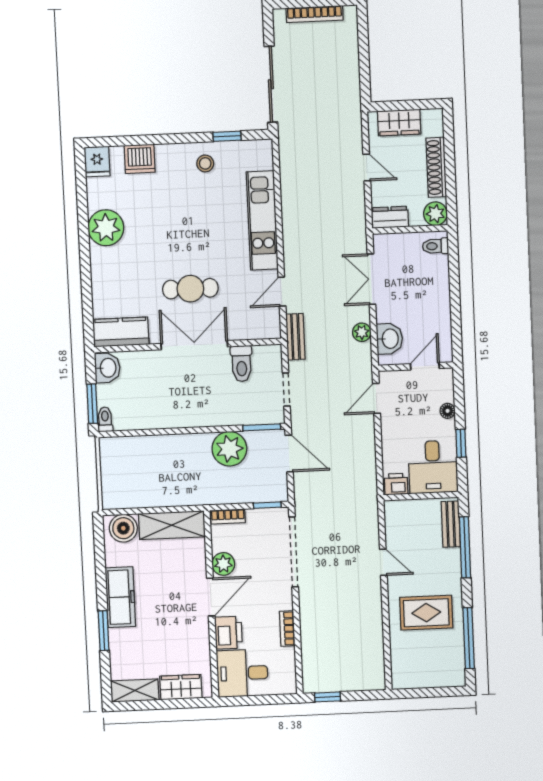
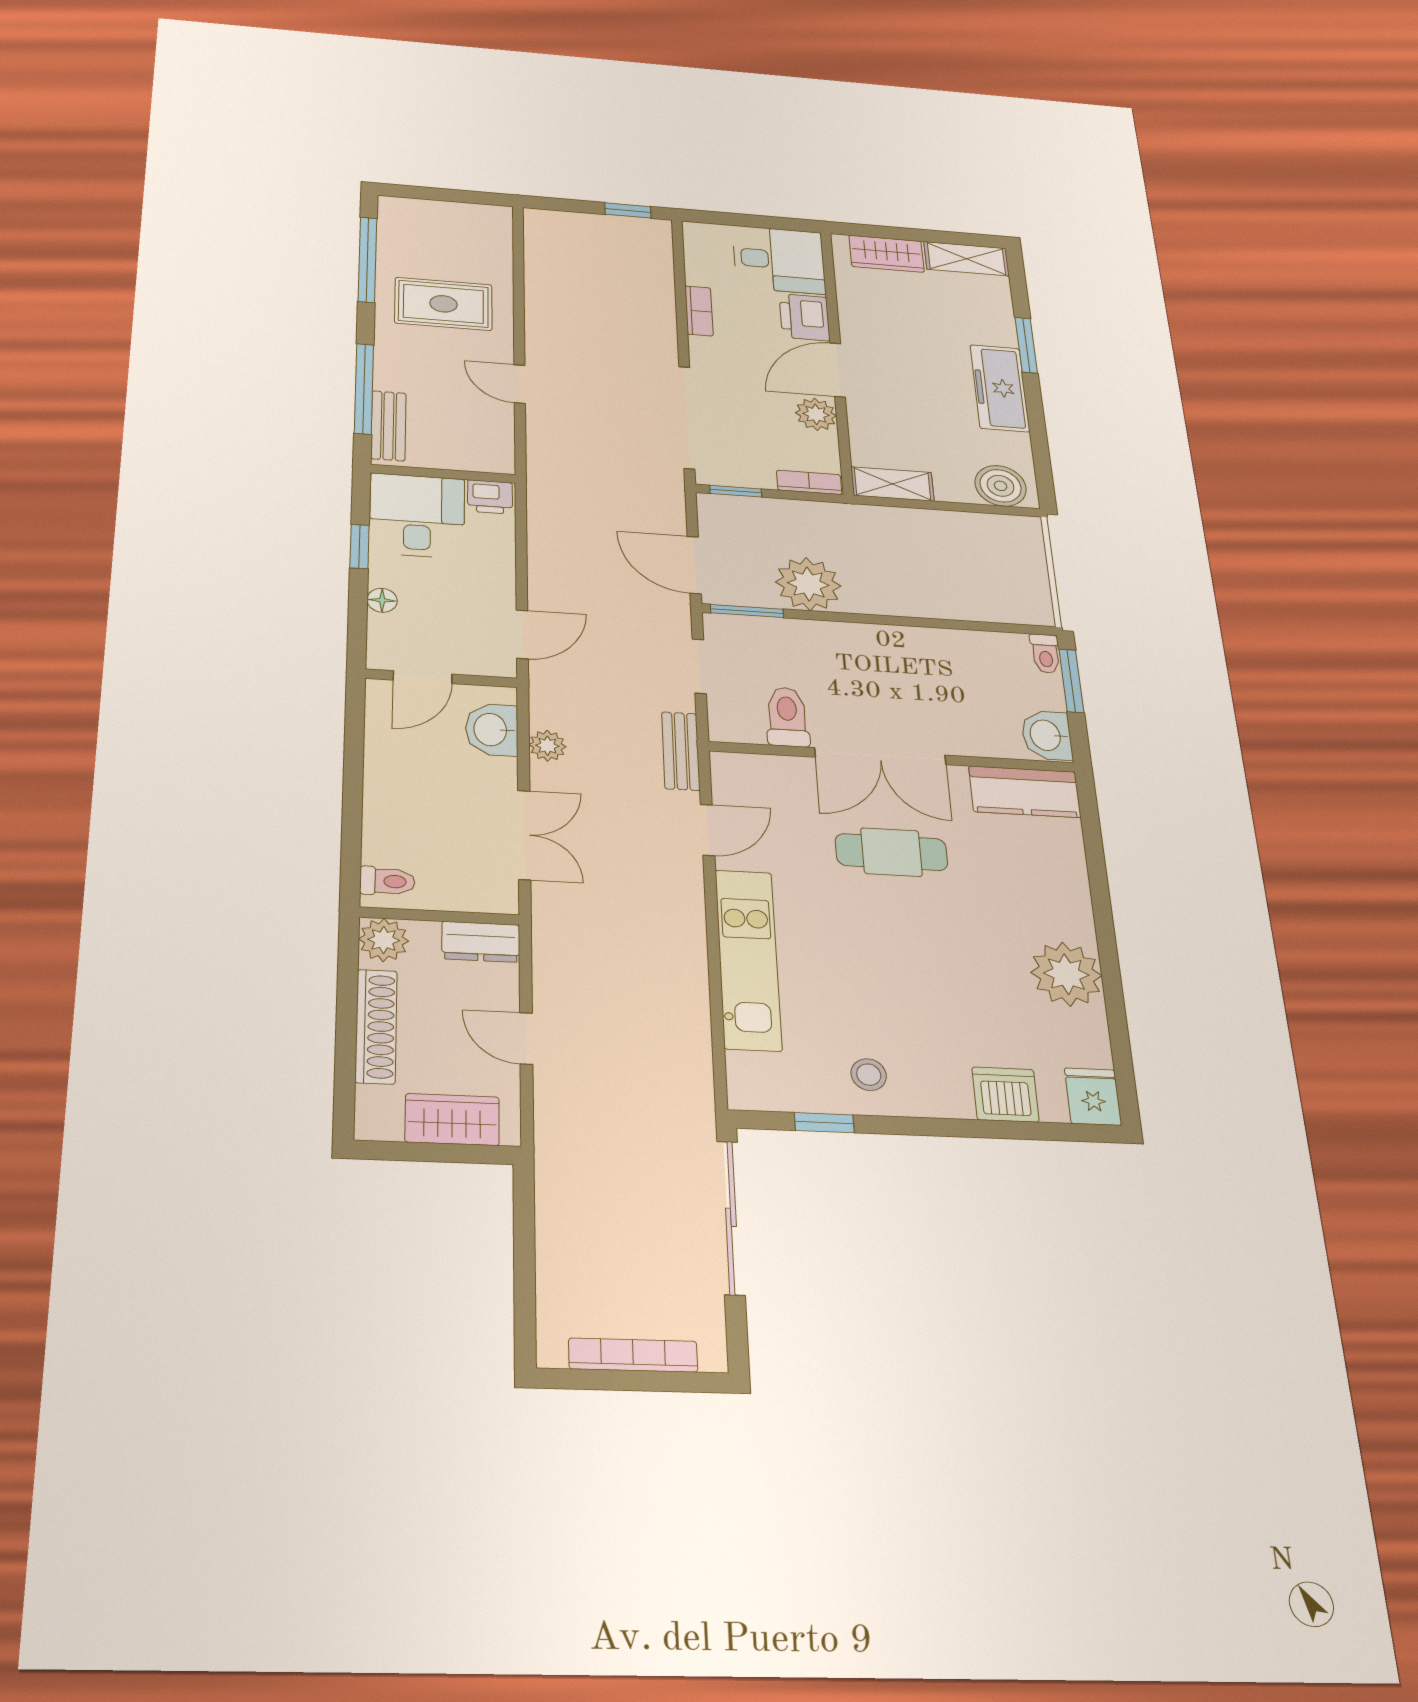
shelving: (172, 525) -> (893, 484), width x0.67, depth x0.75

